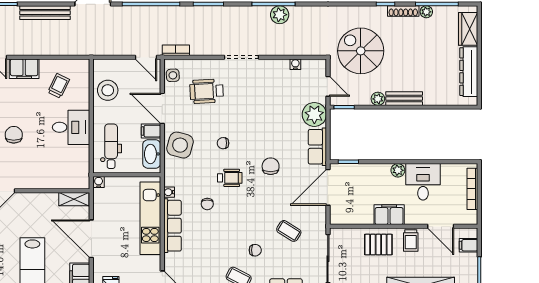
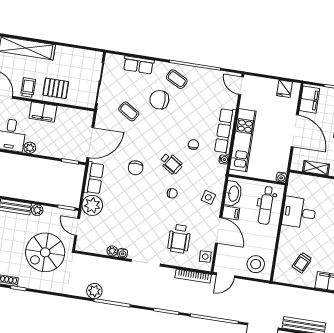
plant: (280, 15) -> (94, 291), moved
bookcase: (176, 50) -> (193, 276), width x1.56
spiral stairs: (361, 51) -> (45, 252), turned 90
door: (146, 57) -> (225, 275), swing flipped
water cooler: (295, 64) -> (123, 253), moved
plant: (283, 65) -> (112, 251), added
stool: (108, 90) -> (256, 264), moved
wheelchair: (207, 91) -> (179, 239), turned 93
desk: (71, 127) -> (299, 213), moved
side table: (180, 145) -> (208, 197), width x0.54, depth x0.54
wheelchair: (230, 178) -> (171, 163), turned -147
shelving: (74, 199) -> (316, 168), moved
chair: (255, 250) -> (159, 100), width x1.87, depth x1.87

